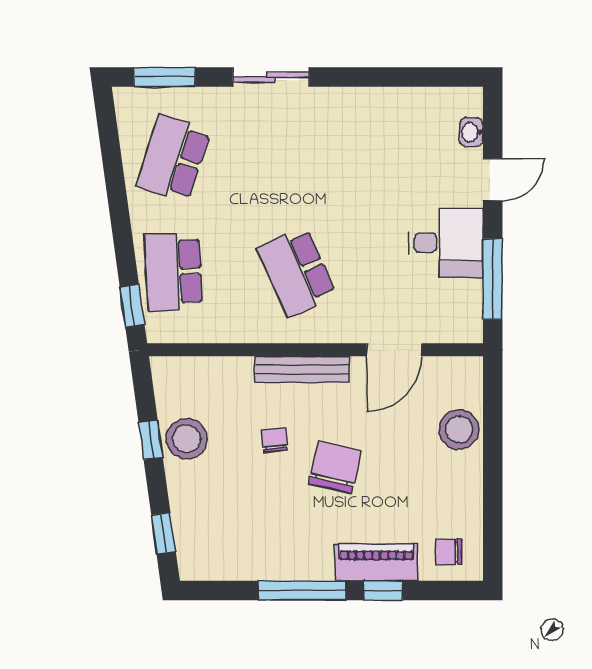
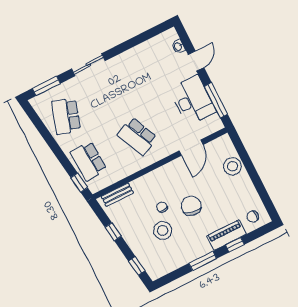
desk: (446, 243) -> (193, 100), width x1.37
bench: (302, 369) -> (117, 195), moved, width x0.73
stool: (187, 439) -> (163, 230), moved
window: (302, 590) -> (203, 261), width x0.69

